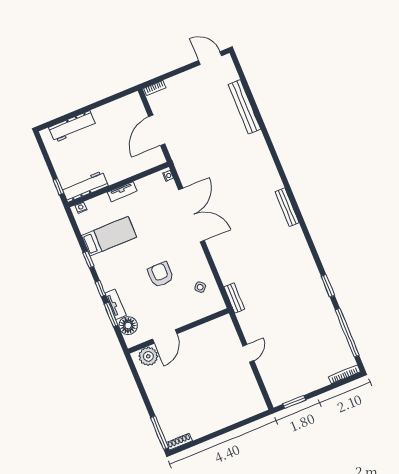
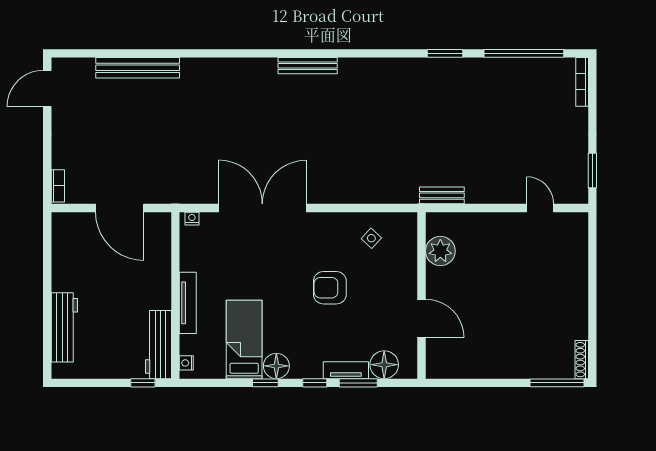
tv unit: (122, 192) -> (188, 303), width x1.41
floor lamp: (101, 262) -> (276, 366), added
bench: (234, 298) -> (442, 195), moved
door: (248, 353) -> (540, 208), moved
plant: (148, 356) -> (440, 251), moved

